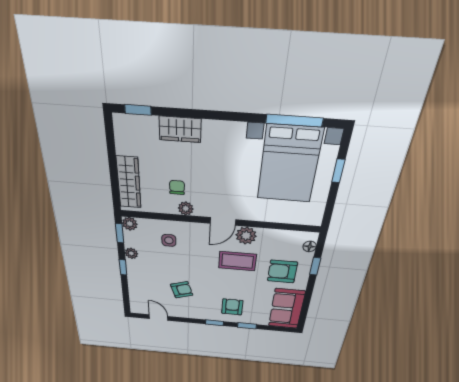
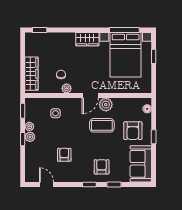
wardrobe: (180, 129) -> (87, 39), moved
plant: (130, 224) -> (30, 137), moved
window: (315, 266) -> (154, 137), moved
armchair: (282, 271) -> (133, 131), turned -90
armchair: (182, 290) -> (64, 155), turned -72

